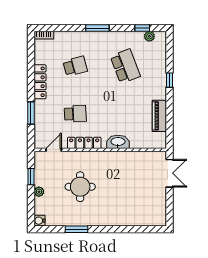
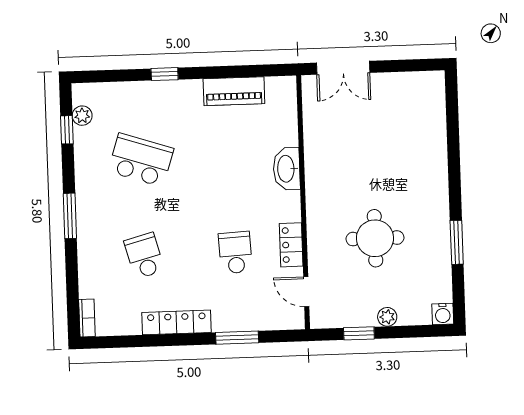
school desk: (125, 66) -> (141, 160), turned 39
locker: (84, 143) -> (291, 245), width x0.66
double door: (170, 173) -> (343, 68), swing flipped

